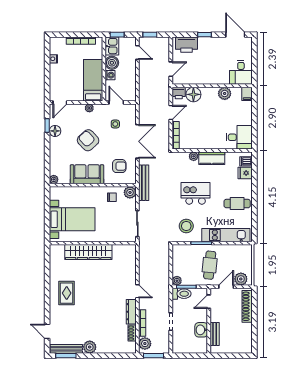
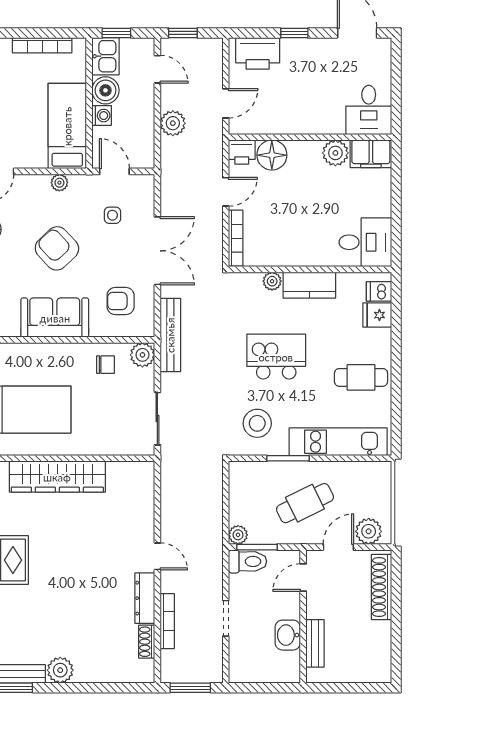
filing cabinet: (247, 94) -> (371, 154), width x2.00
armchair: (119, 166) -> (121, 301), turned 180
cafe table: (210, 265) -> (305, 503), turned 58
plant: (145, 344) -> (173, 123), moved

